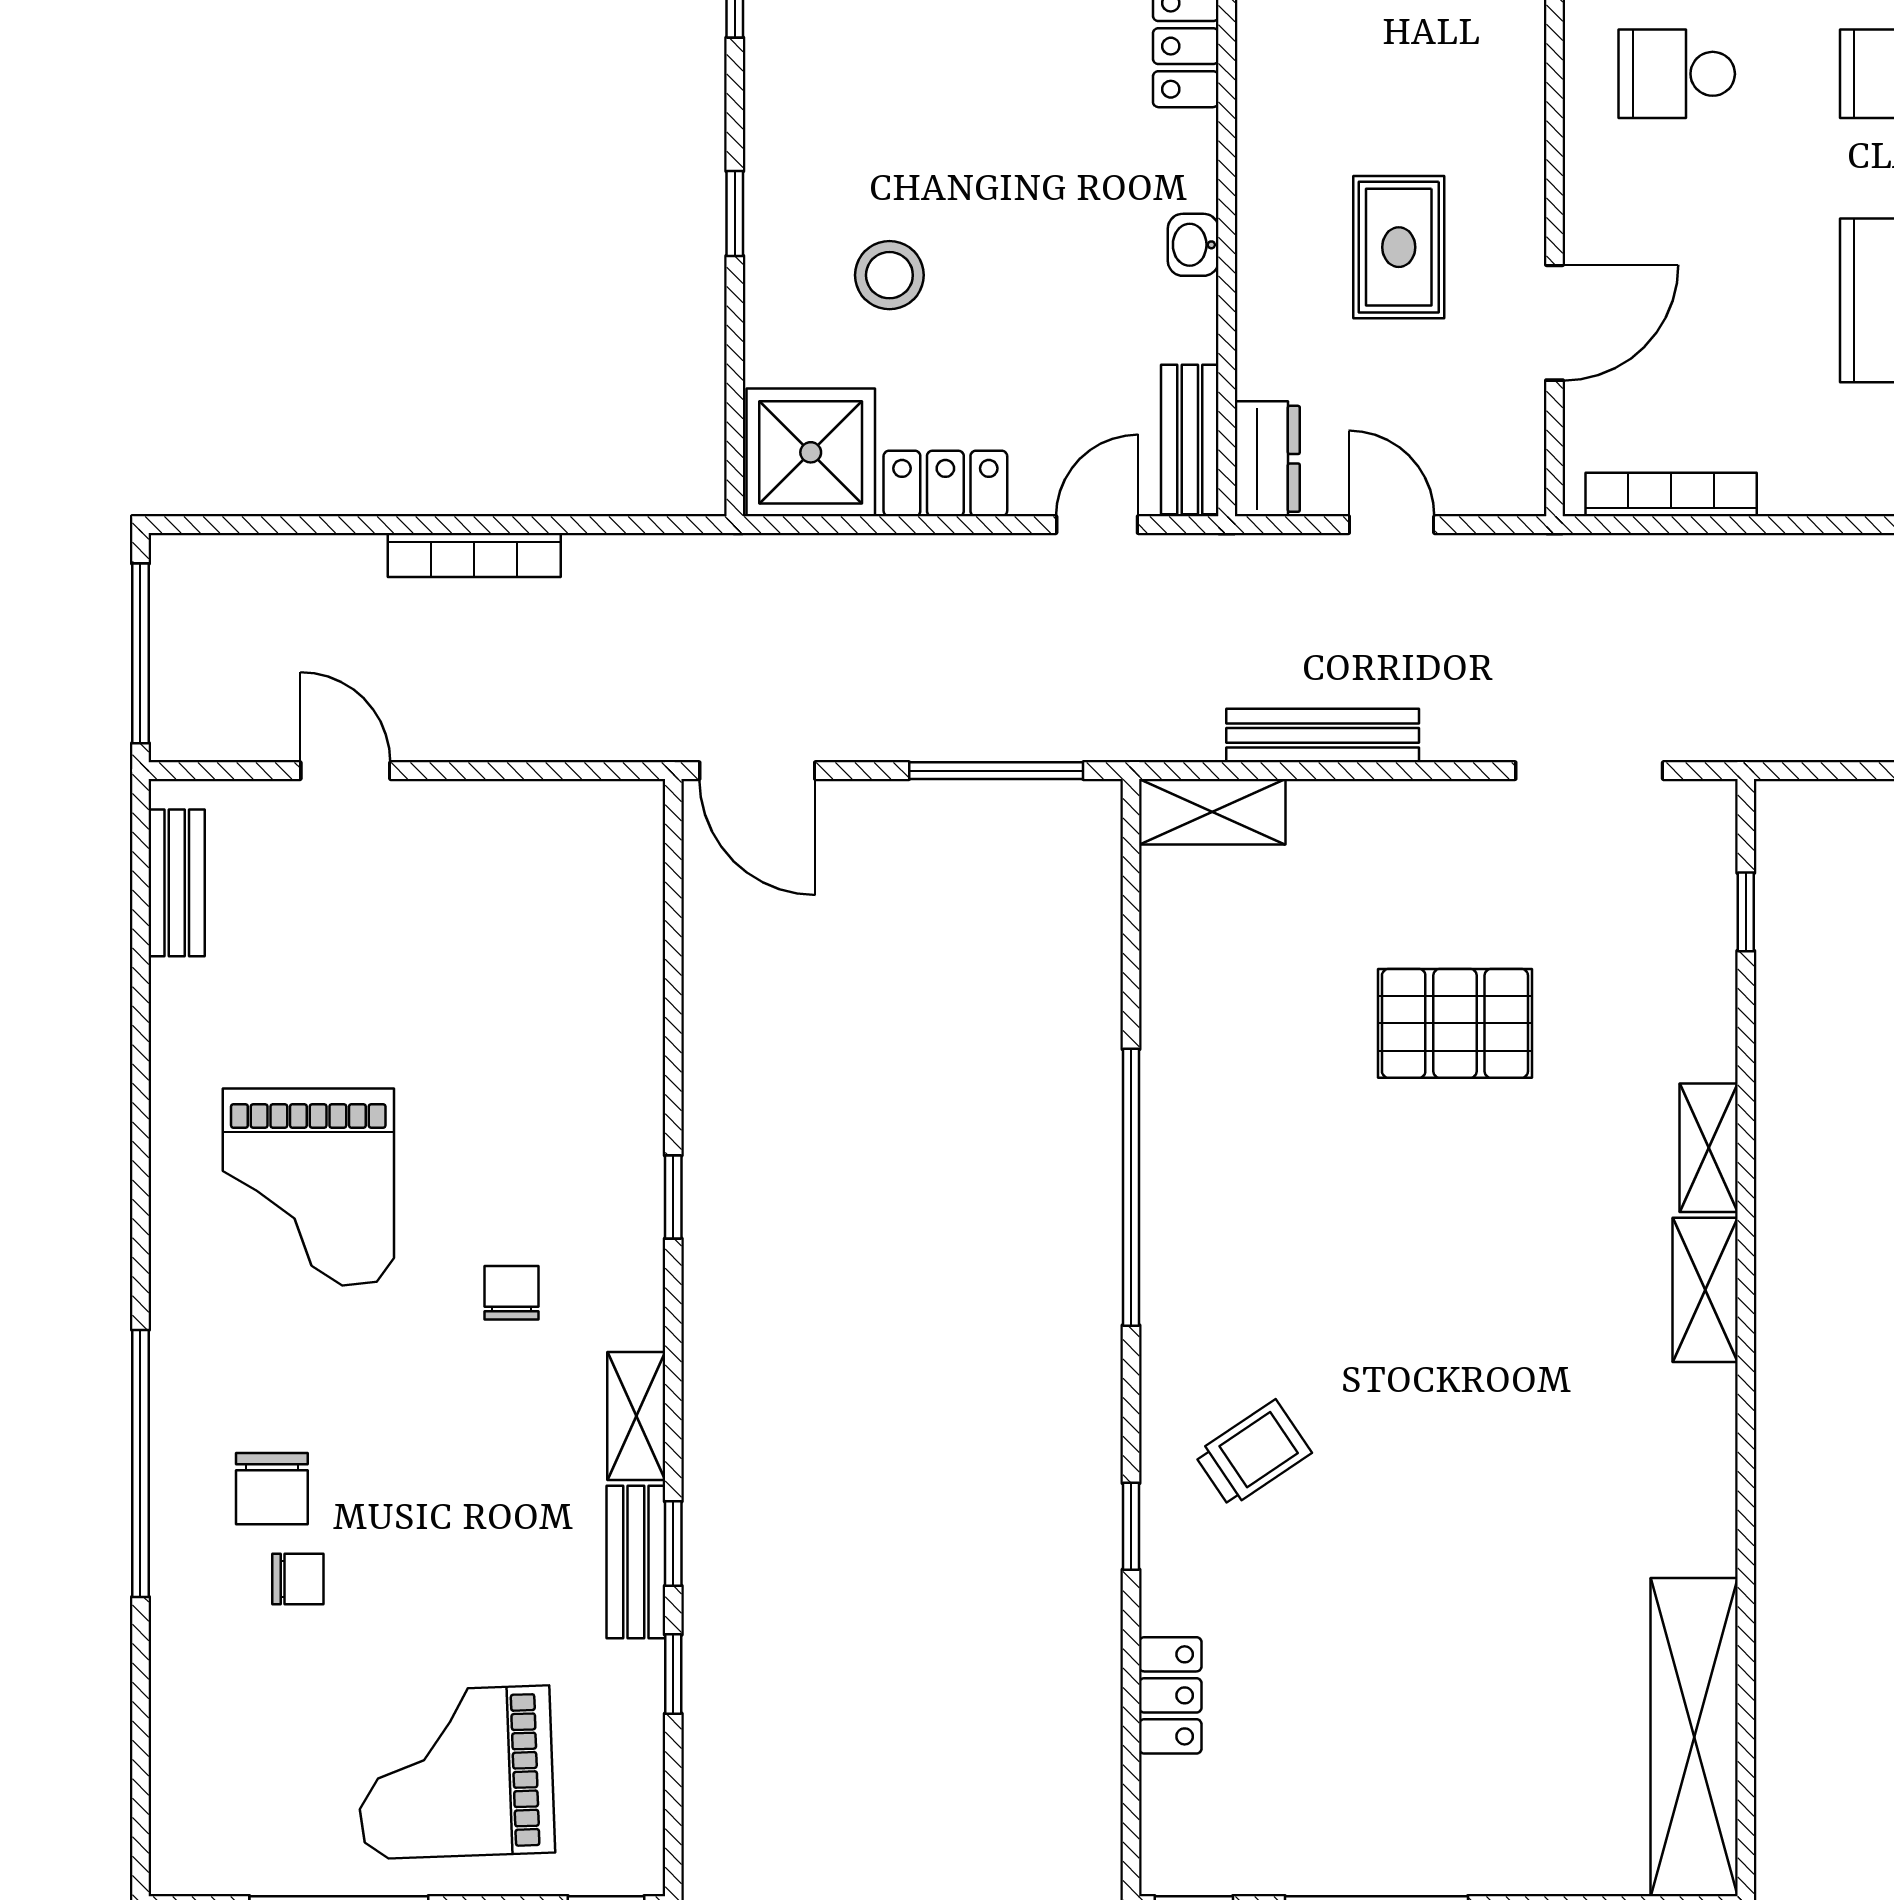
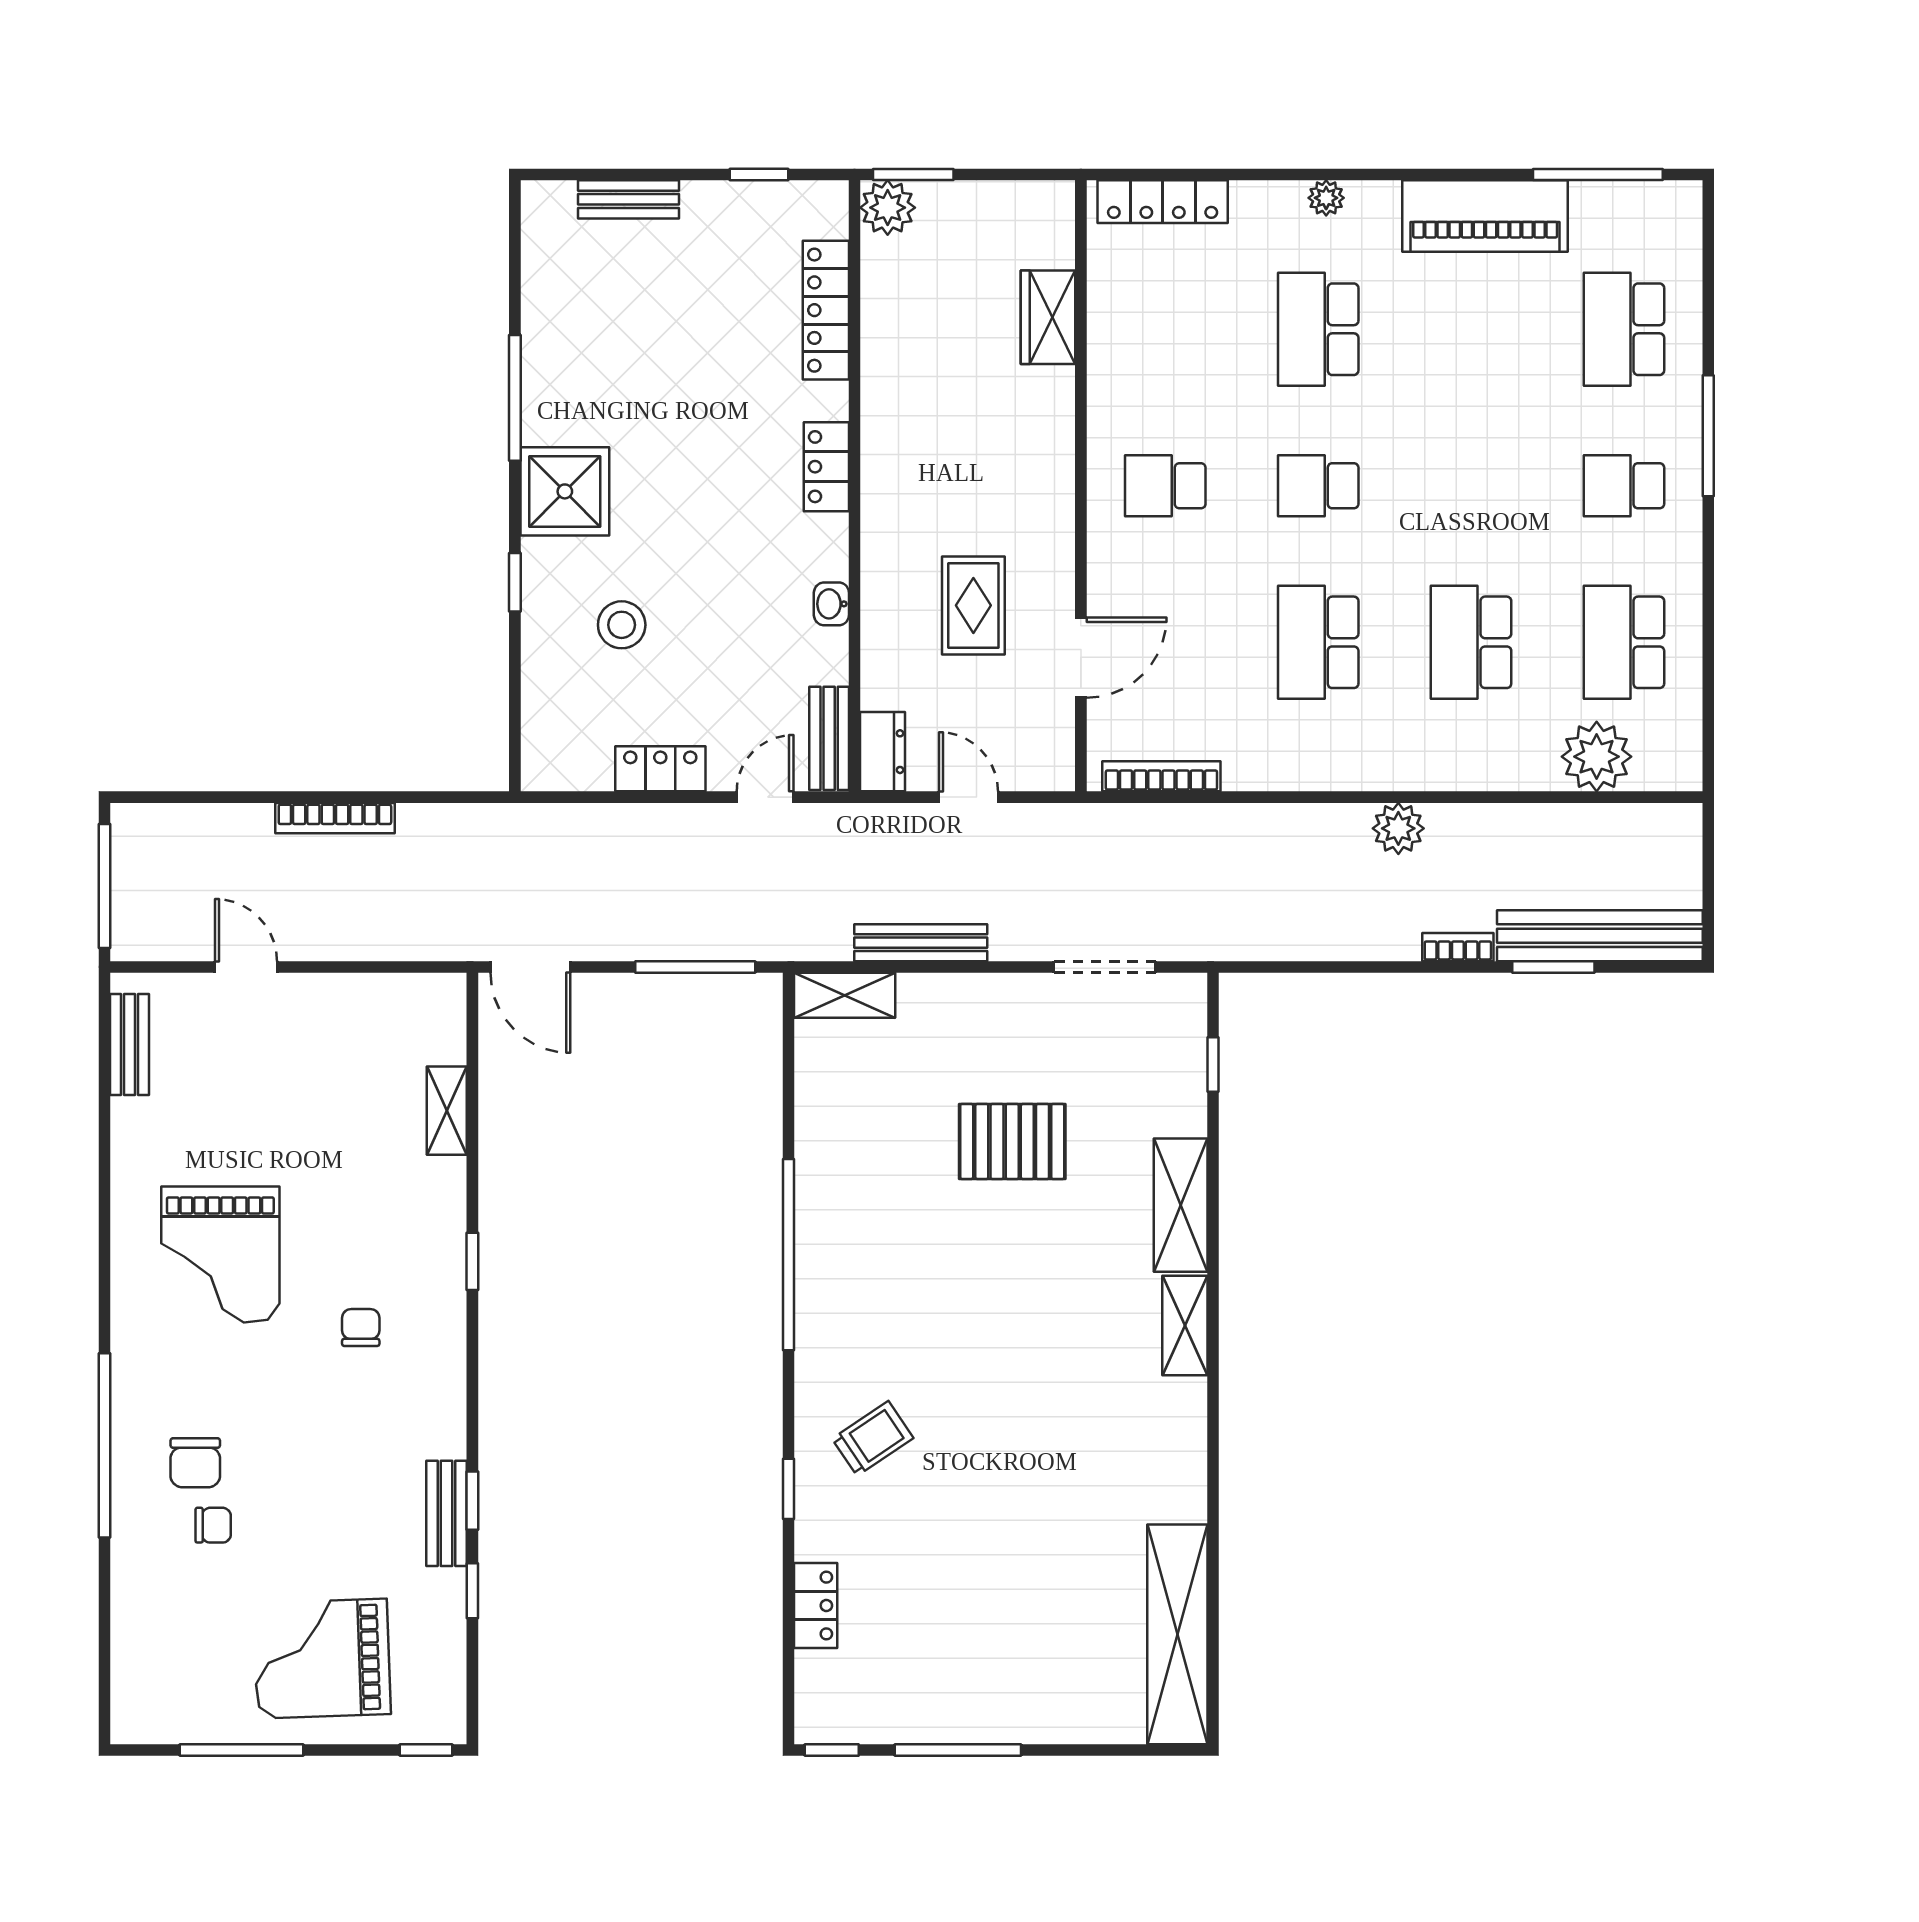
shower: (811, 452) -> (565, 491), moved
shelving: (1709, 1148) -> (1181, 1205), width x1.50, depth x1.33
shelving: (636, 1416) -> (447, 1111), moved

